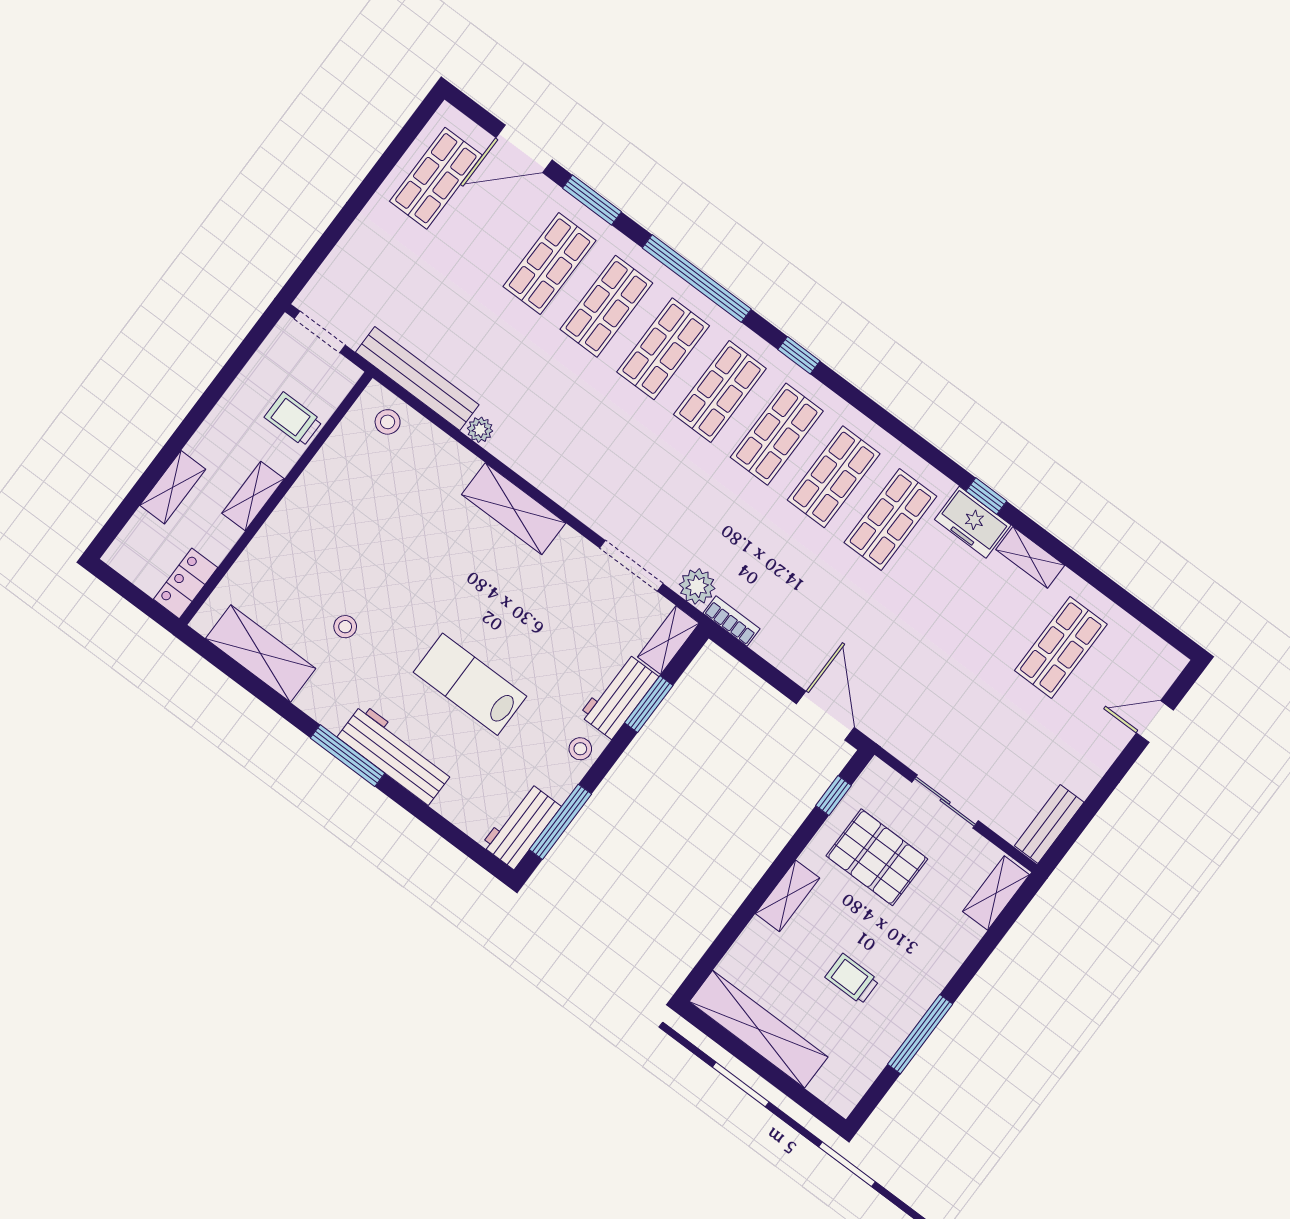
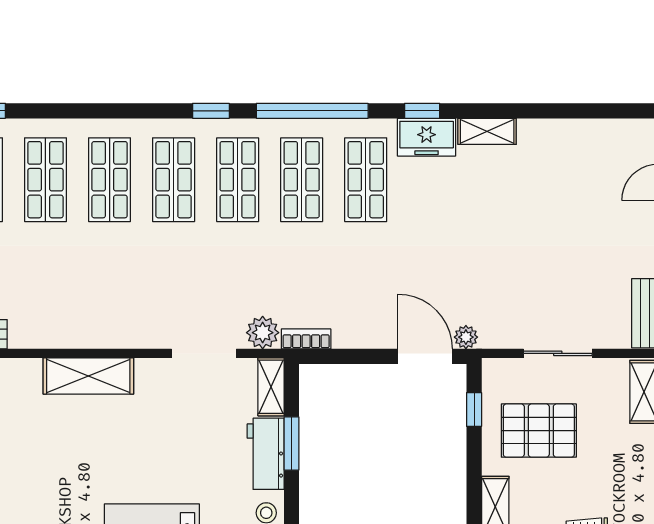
window: (697, 279) -> (312, 111), moved
plant: (480, 430) -> (466, 337), moved
shop shelf: (1061, 647) -> (558, 180), removed

